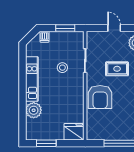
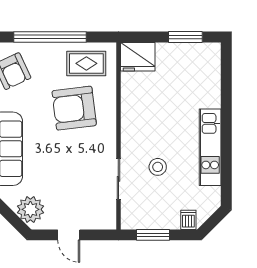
rug: (117, 69) -> (86, 63), moved
armchair: (100, 97) -> (74, 108), moved, turned -97
plant: (34, 110) -> (207, 94), removed

